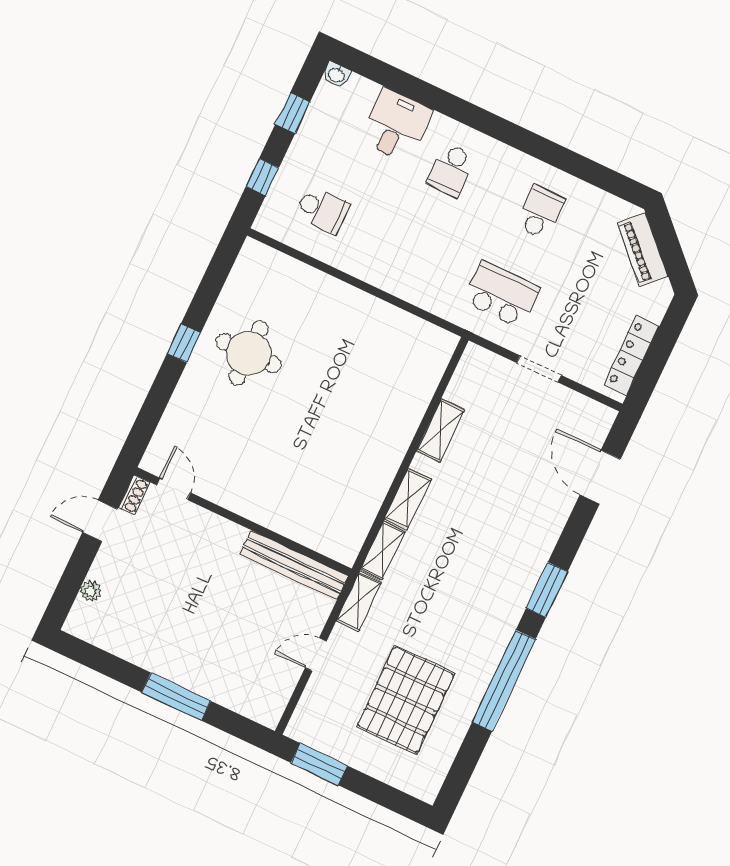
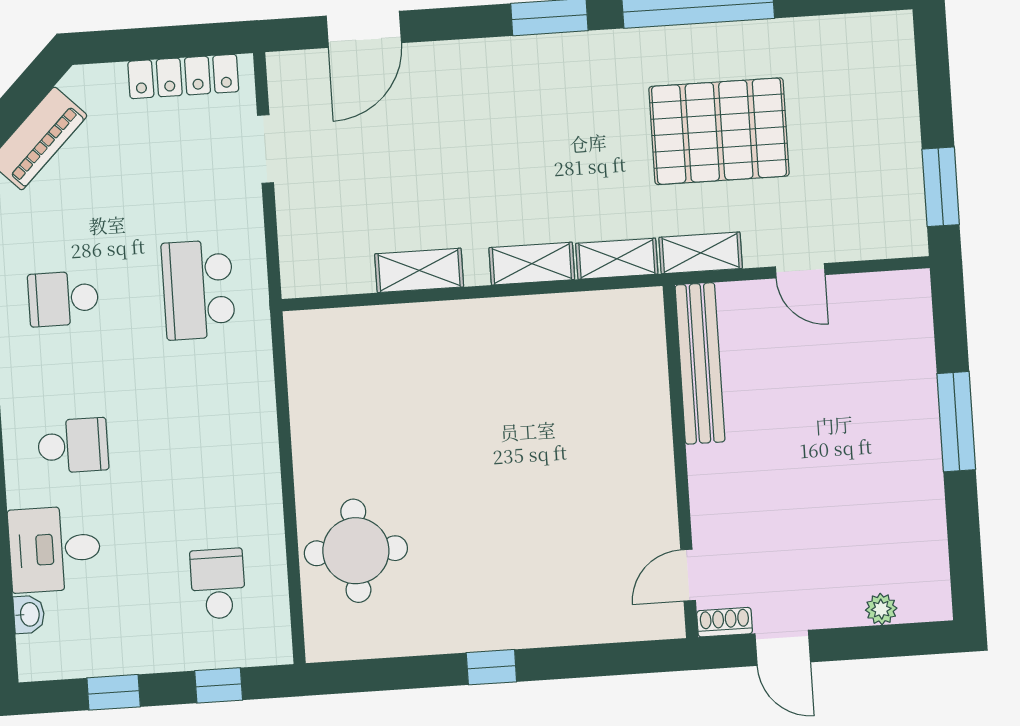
washbasin: (337, 75) -> (29, 614), moved
round table: (249, 353) -> (356, 551), moved
doorway: (539, 369) -> (265, 149), moved
pallet: (406, 700) -> (719, 131), moved

